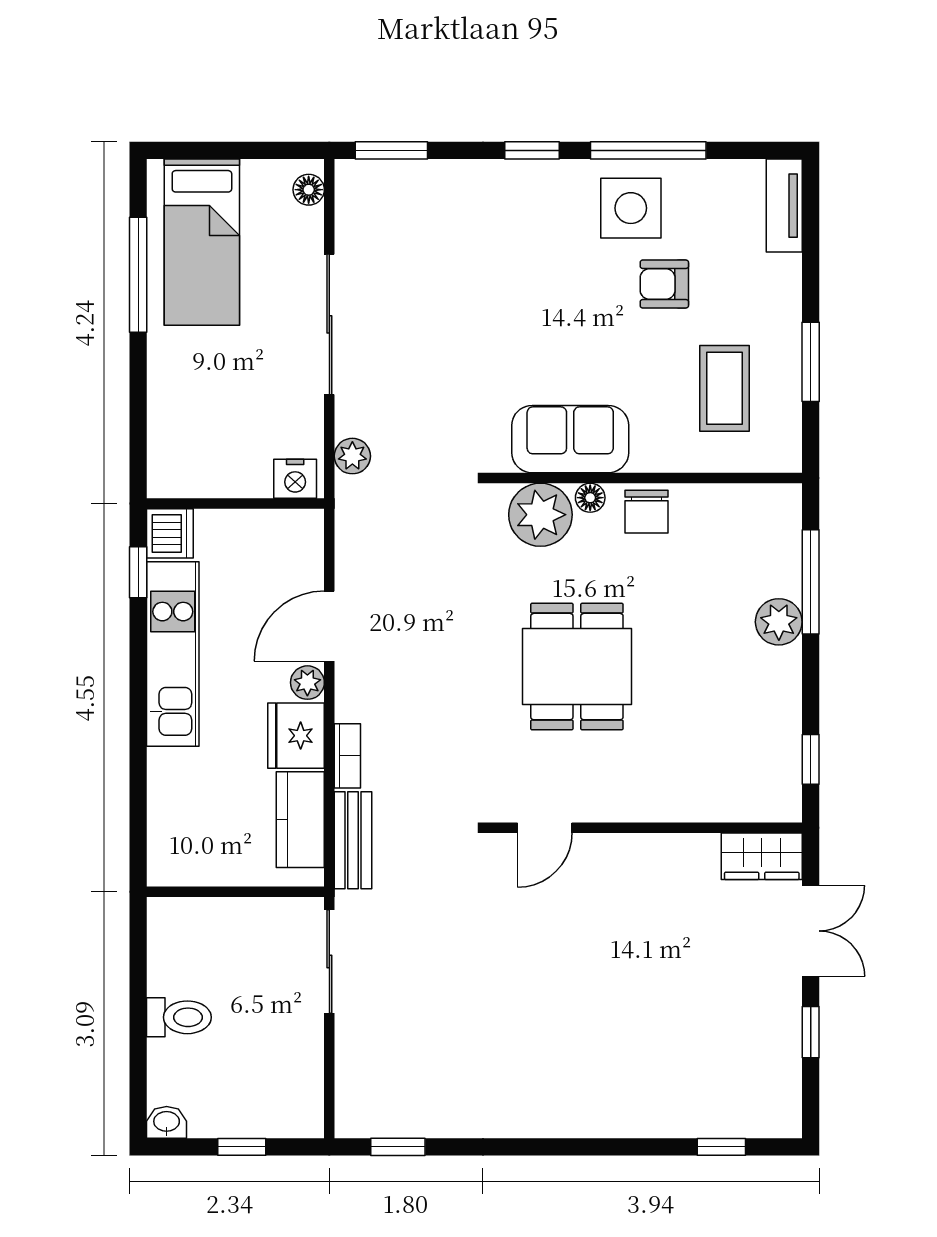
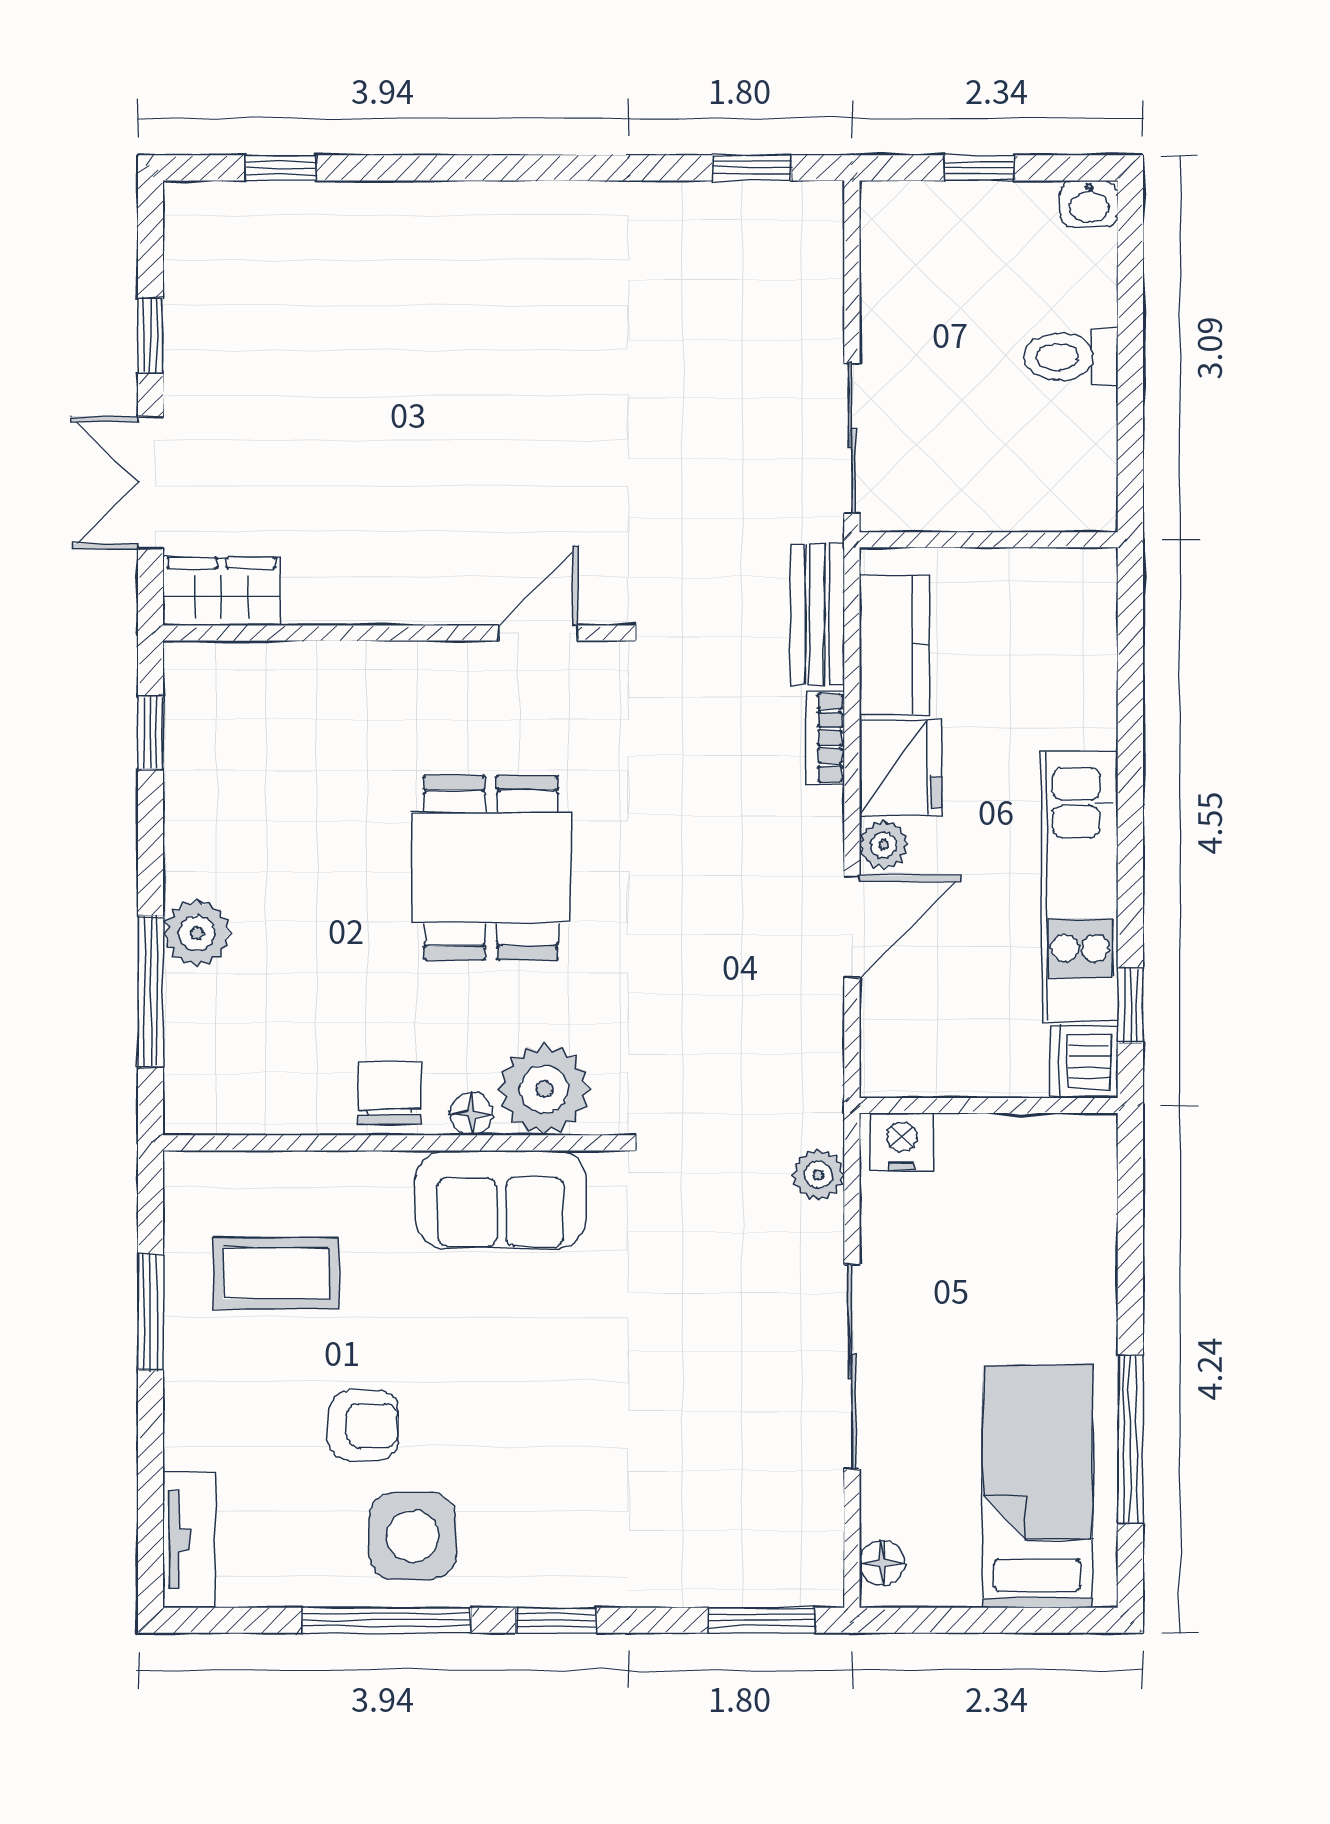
coffee table: (725, 388) -> (276, 1273), turned 90

